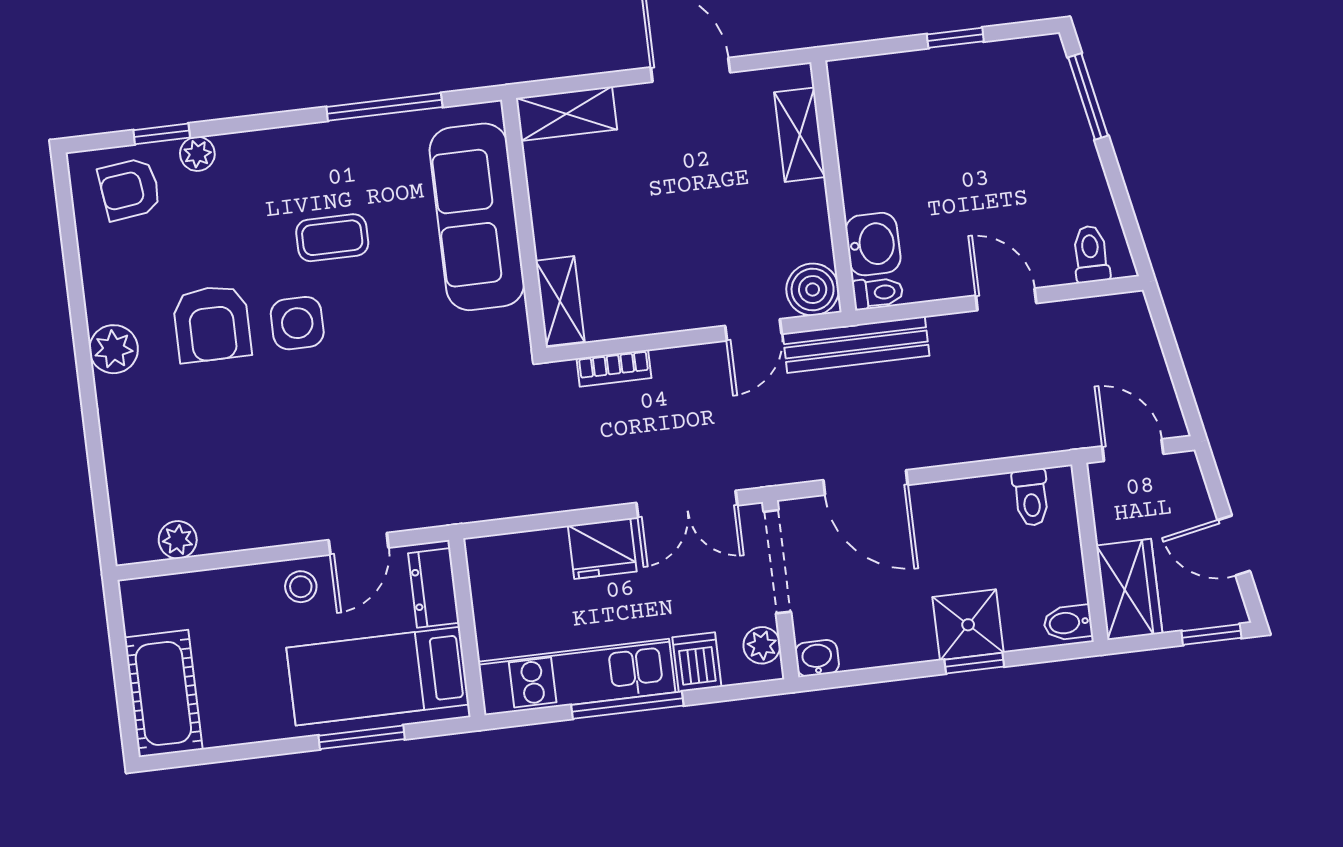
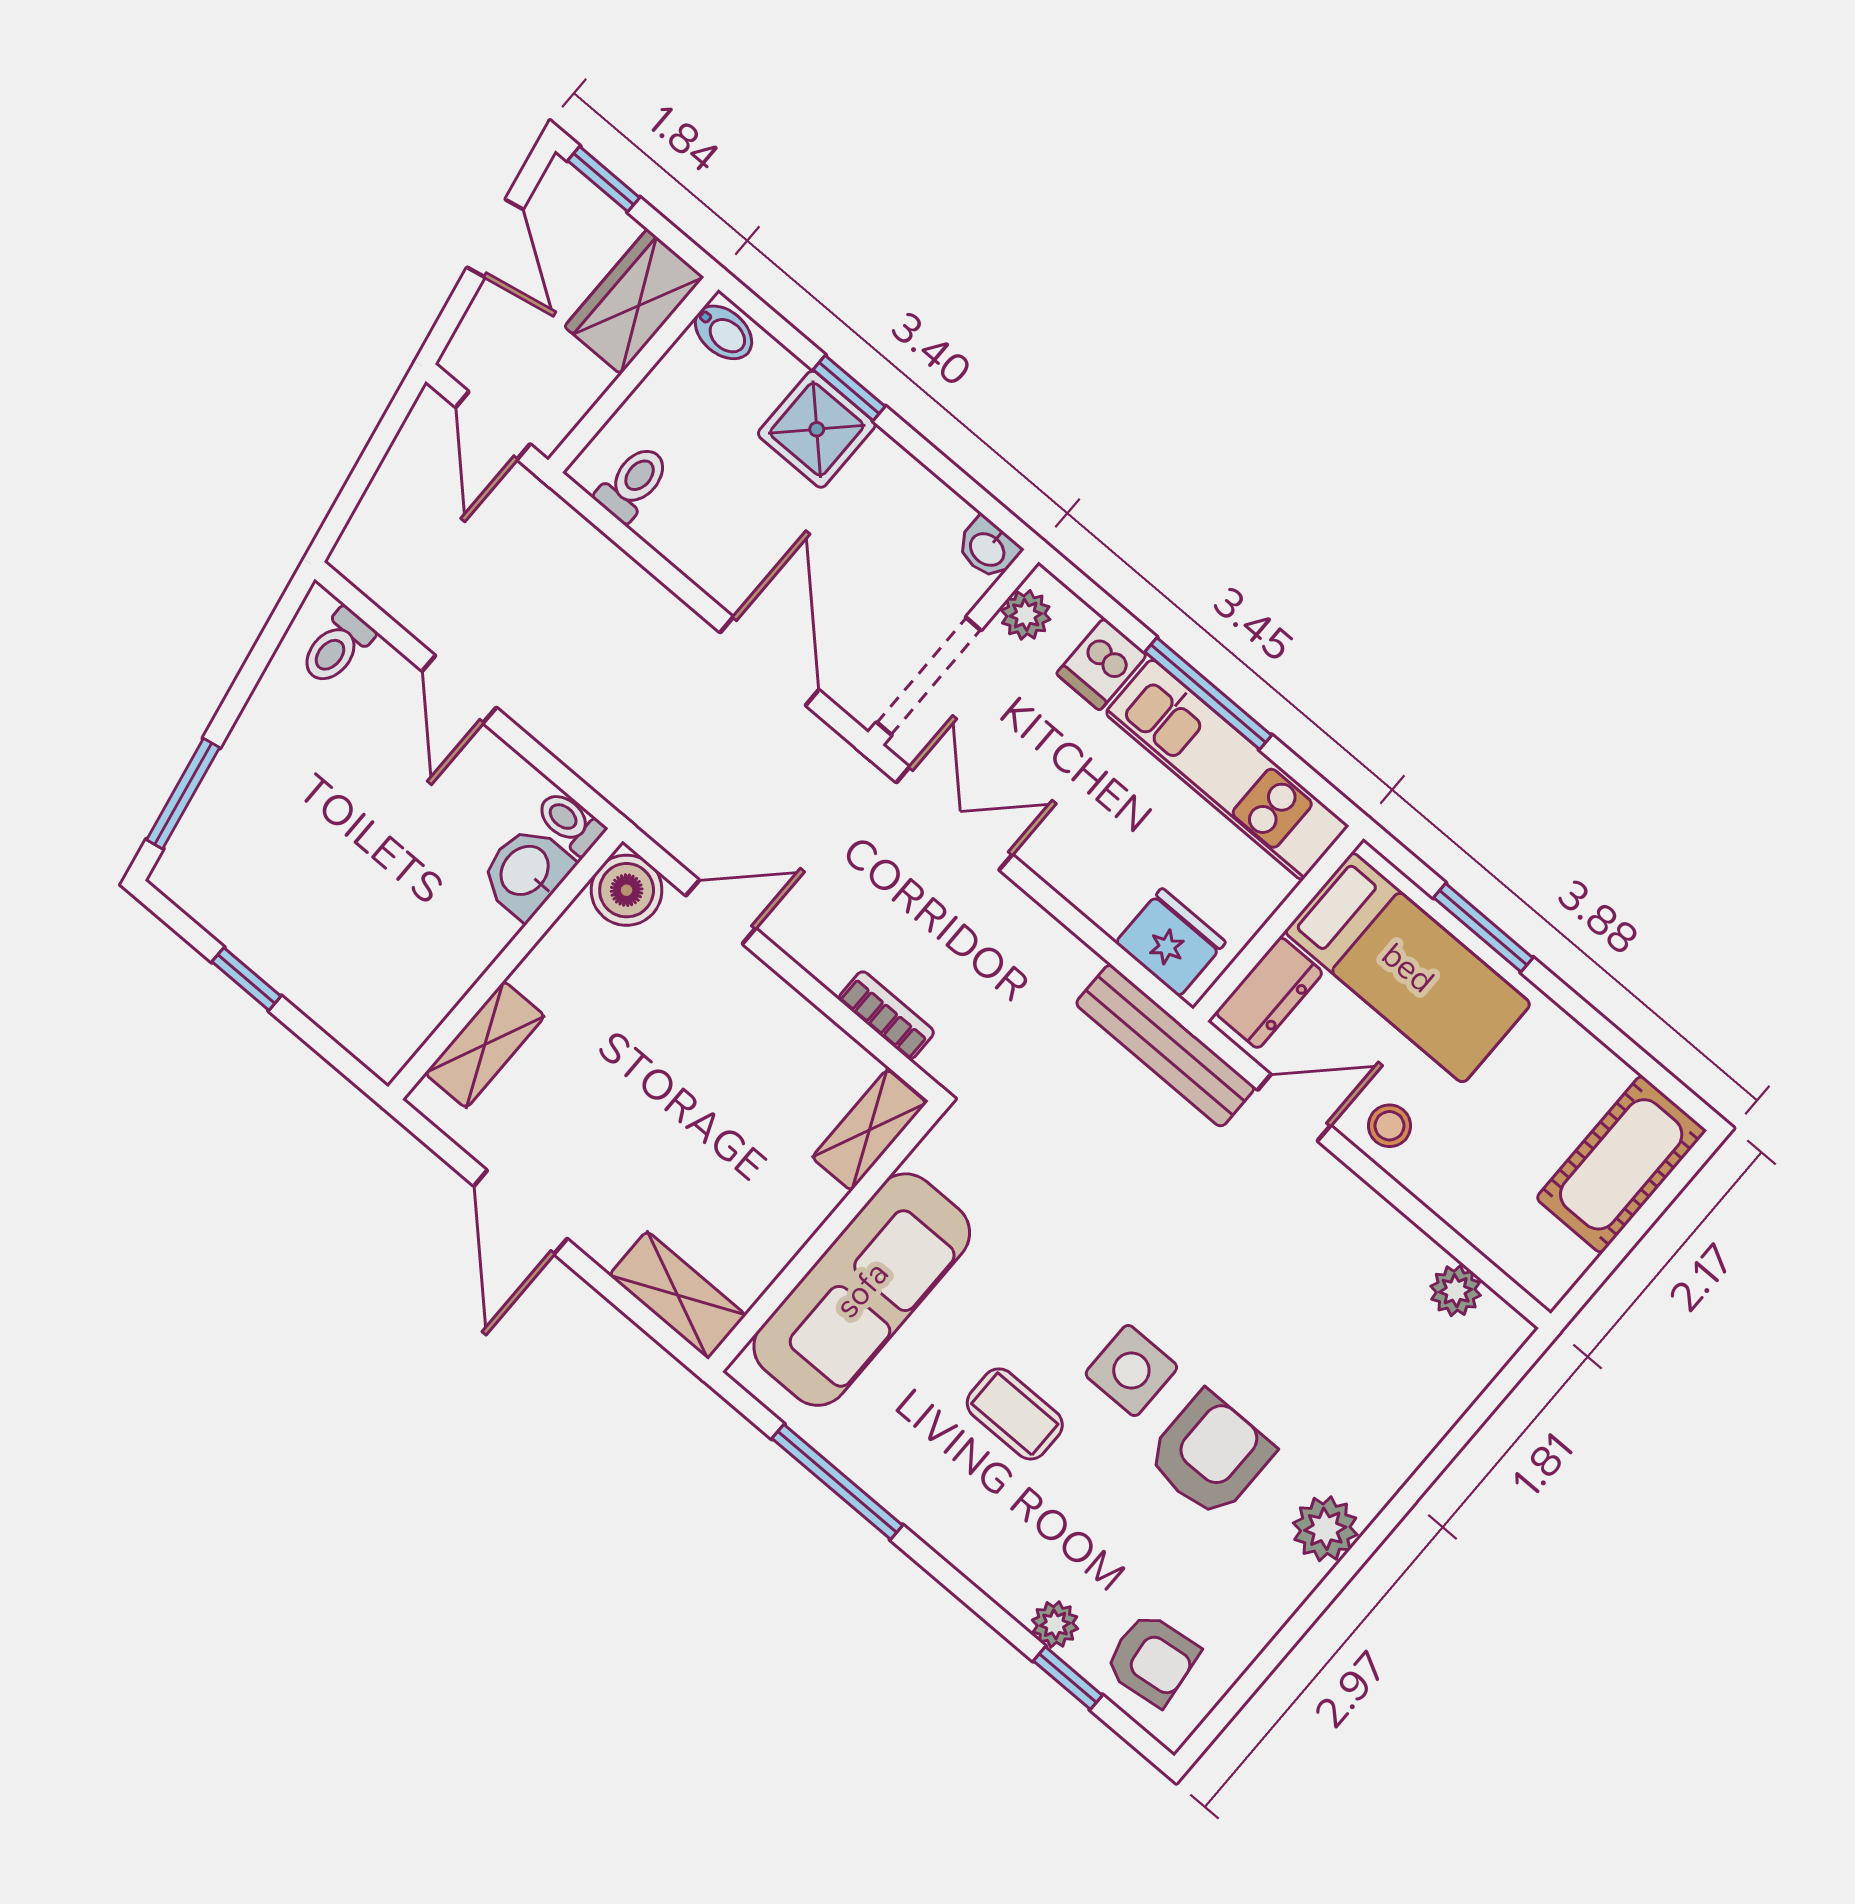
bench: (856, 345) -> (1165, 1046), moved
fridge: (602, 548) -> (1171, 942), moved

